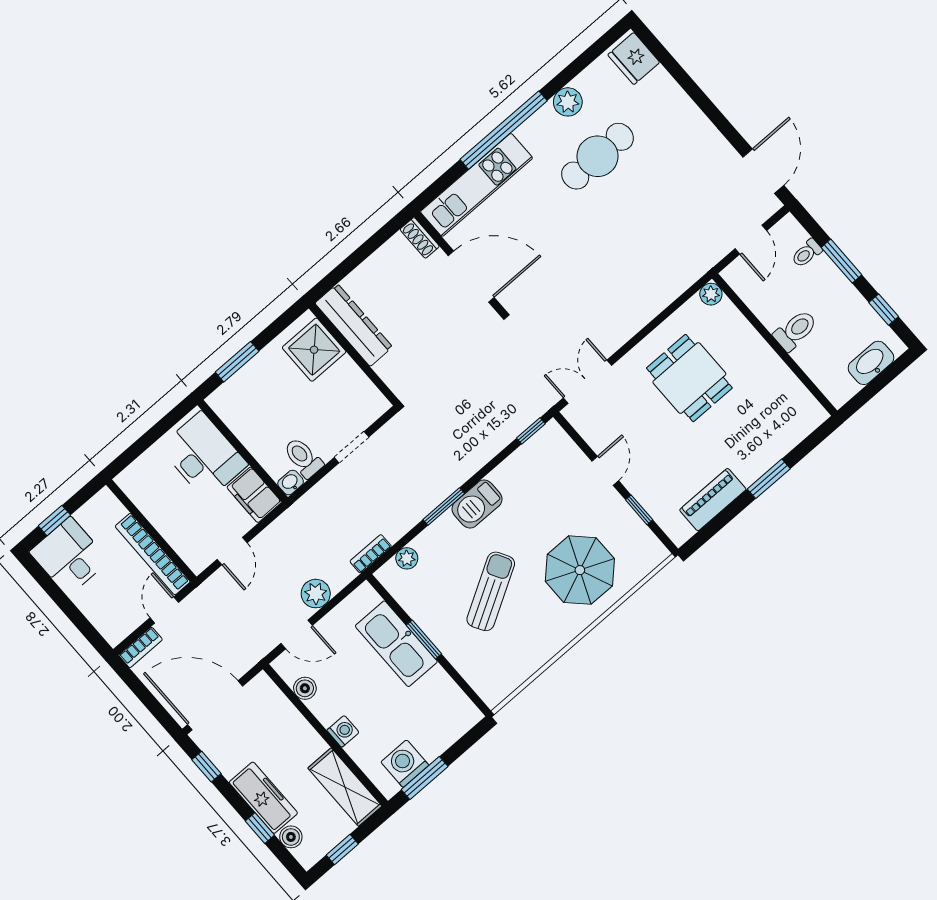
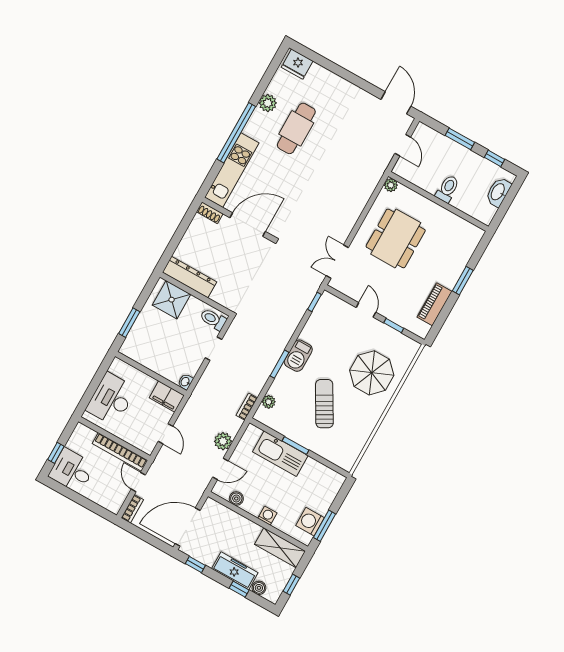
toilet: (807, 253) -> (438, 142), removed
dining table: (689, 378) -> (396, 238), width x1.38
desk: (204, 456) -> (111, 399), moved, turned -90
toilet: (303, 458) -> (213, 319), moved

